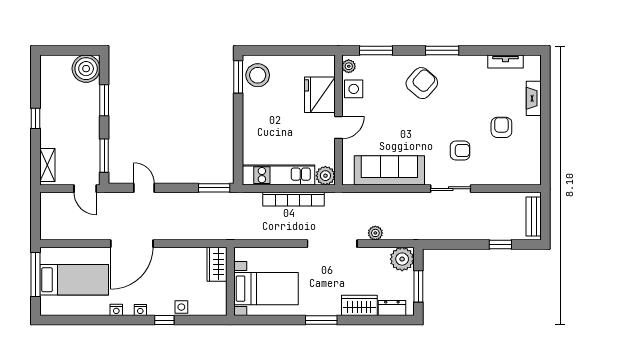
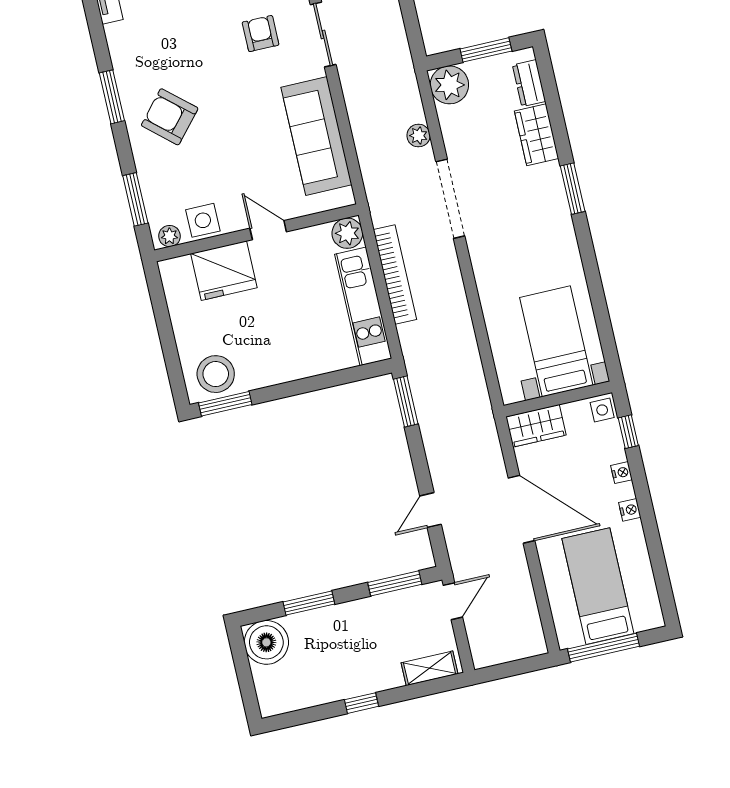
wardrobe: (217, 264) -> (536, 426), moved
wall: (230, 281) -> (558, 399), moved
bed with nightstands: (266, 289) -> (556, 341), moved

